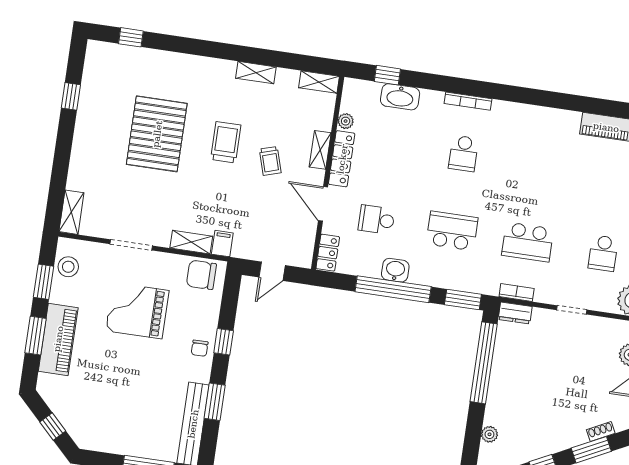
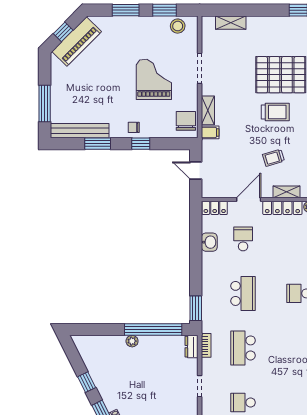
trolley: (226, 142) -> (275, 112), moved
shelving: (71, 212) -> (231, 23), moved
washbasin: (395, 270) -> (209, 242), moved
window: (393, 289) -> (196, 258), removed
piano: (58, 339) -> (77, 42), moved, turned -45
plant: (489, 434) -> (132, 341), moved

